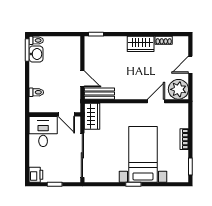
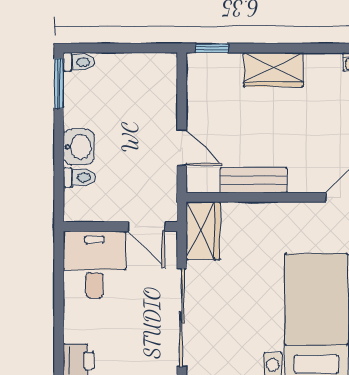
wardrobe: (141, 44) -> (273, 70), moved
washbasin: (36, 54) -> (79, 147), moved
bench: (99, 94) -> (254, 180), moved

